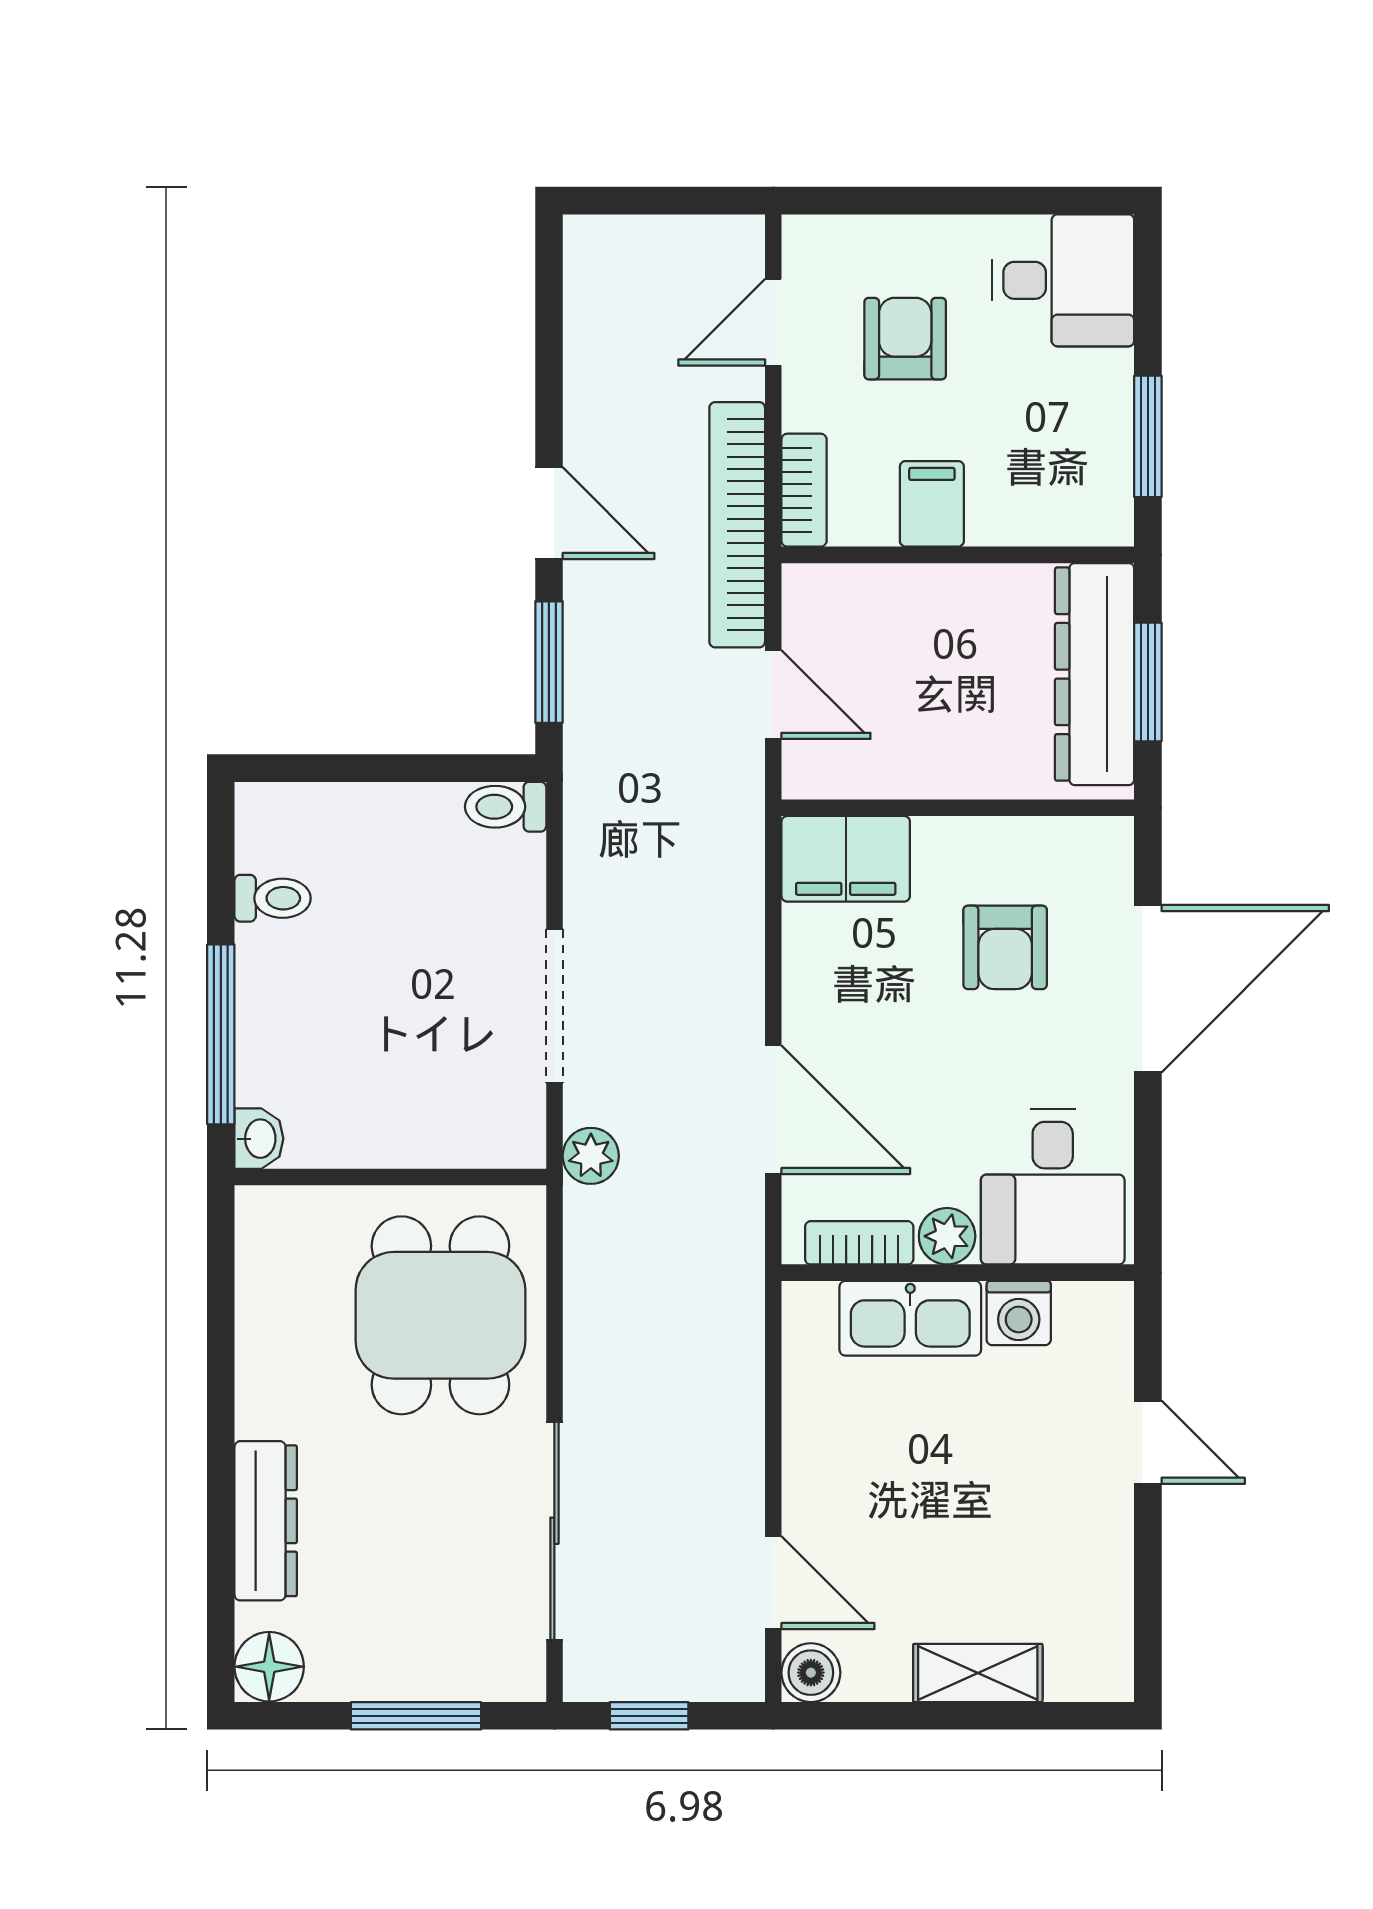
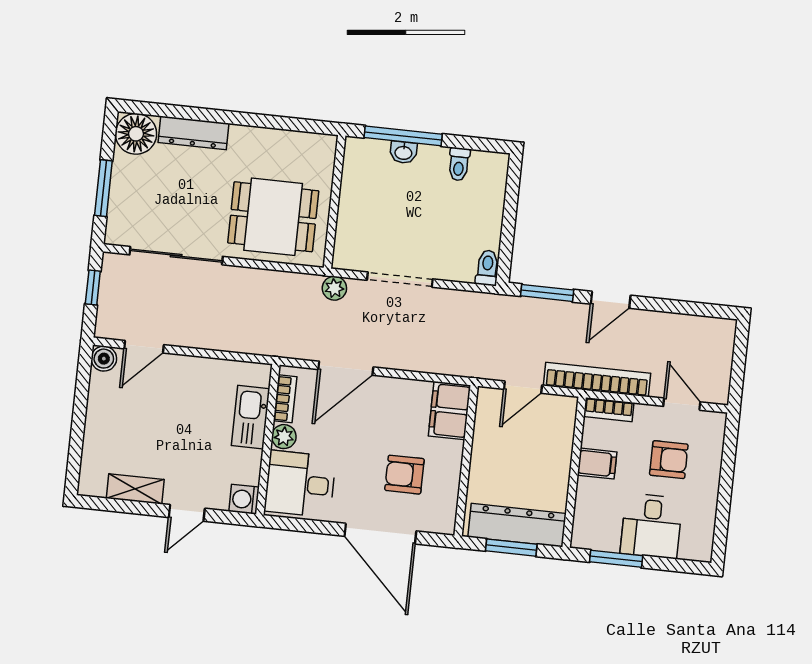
desk: (1063, 280) -> (651, 526), moved
washbasin: (259, 1139) -> (403, 152), moved
washing machine: (1019, 1313) -> (244, 499), moved
floor lamp: (269, 1667) -> (136, 134), width x1.38, depth x1.38
shelving: (978, 1673) -> (135, 489), moved, turned 90

